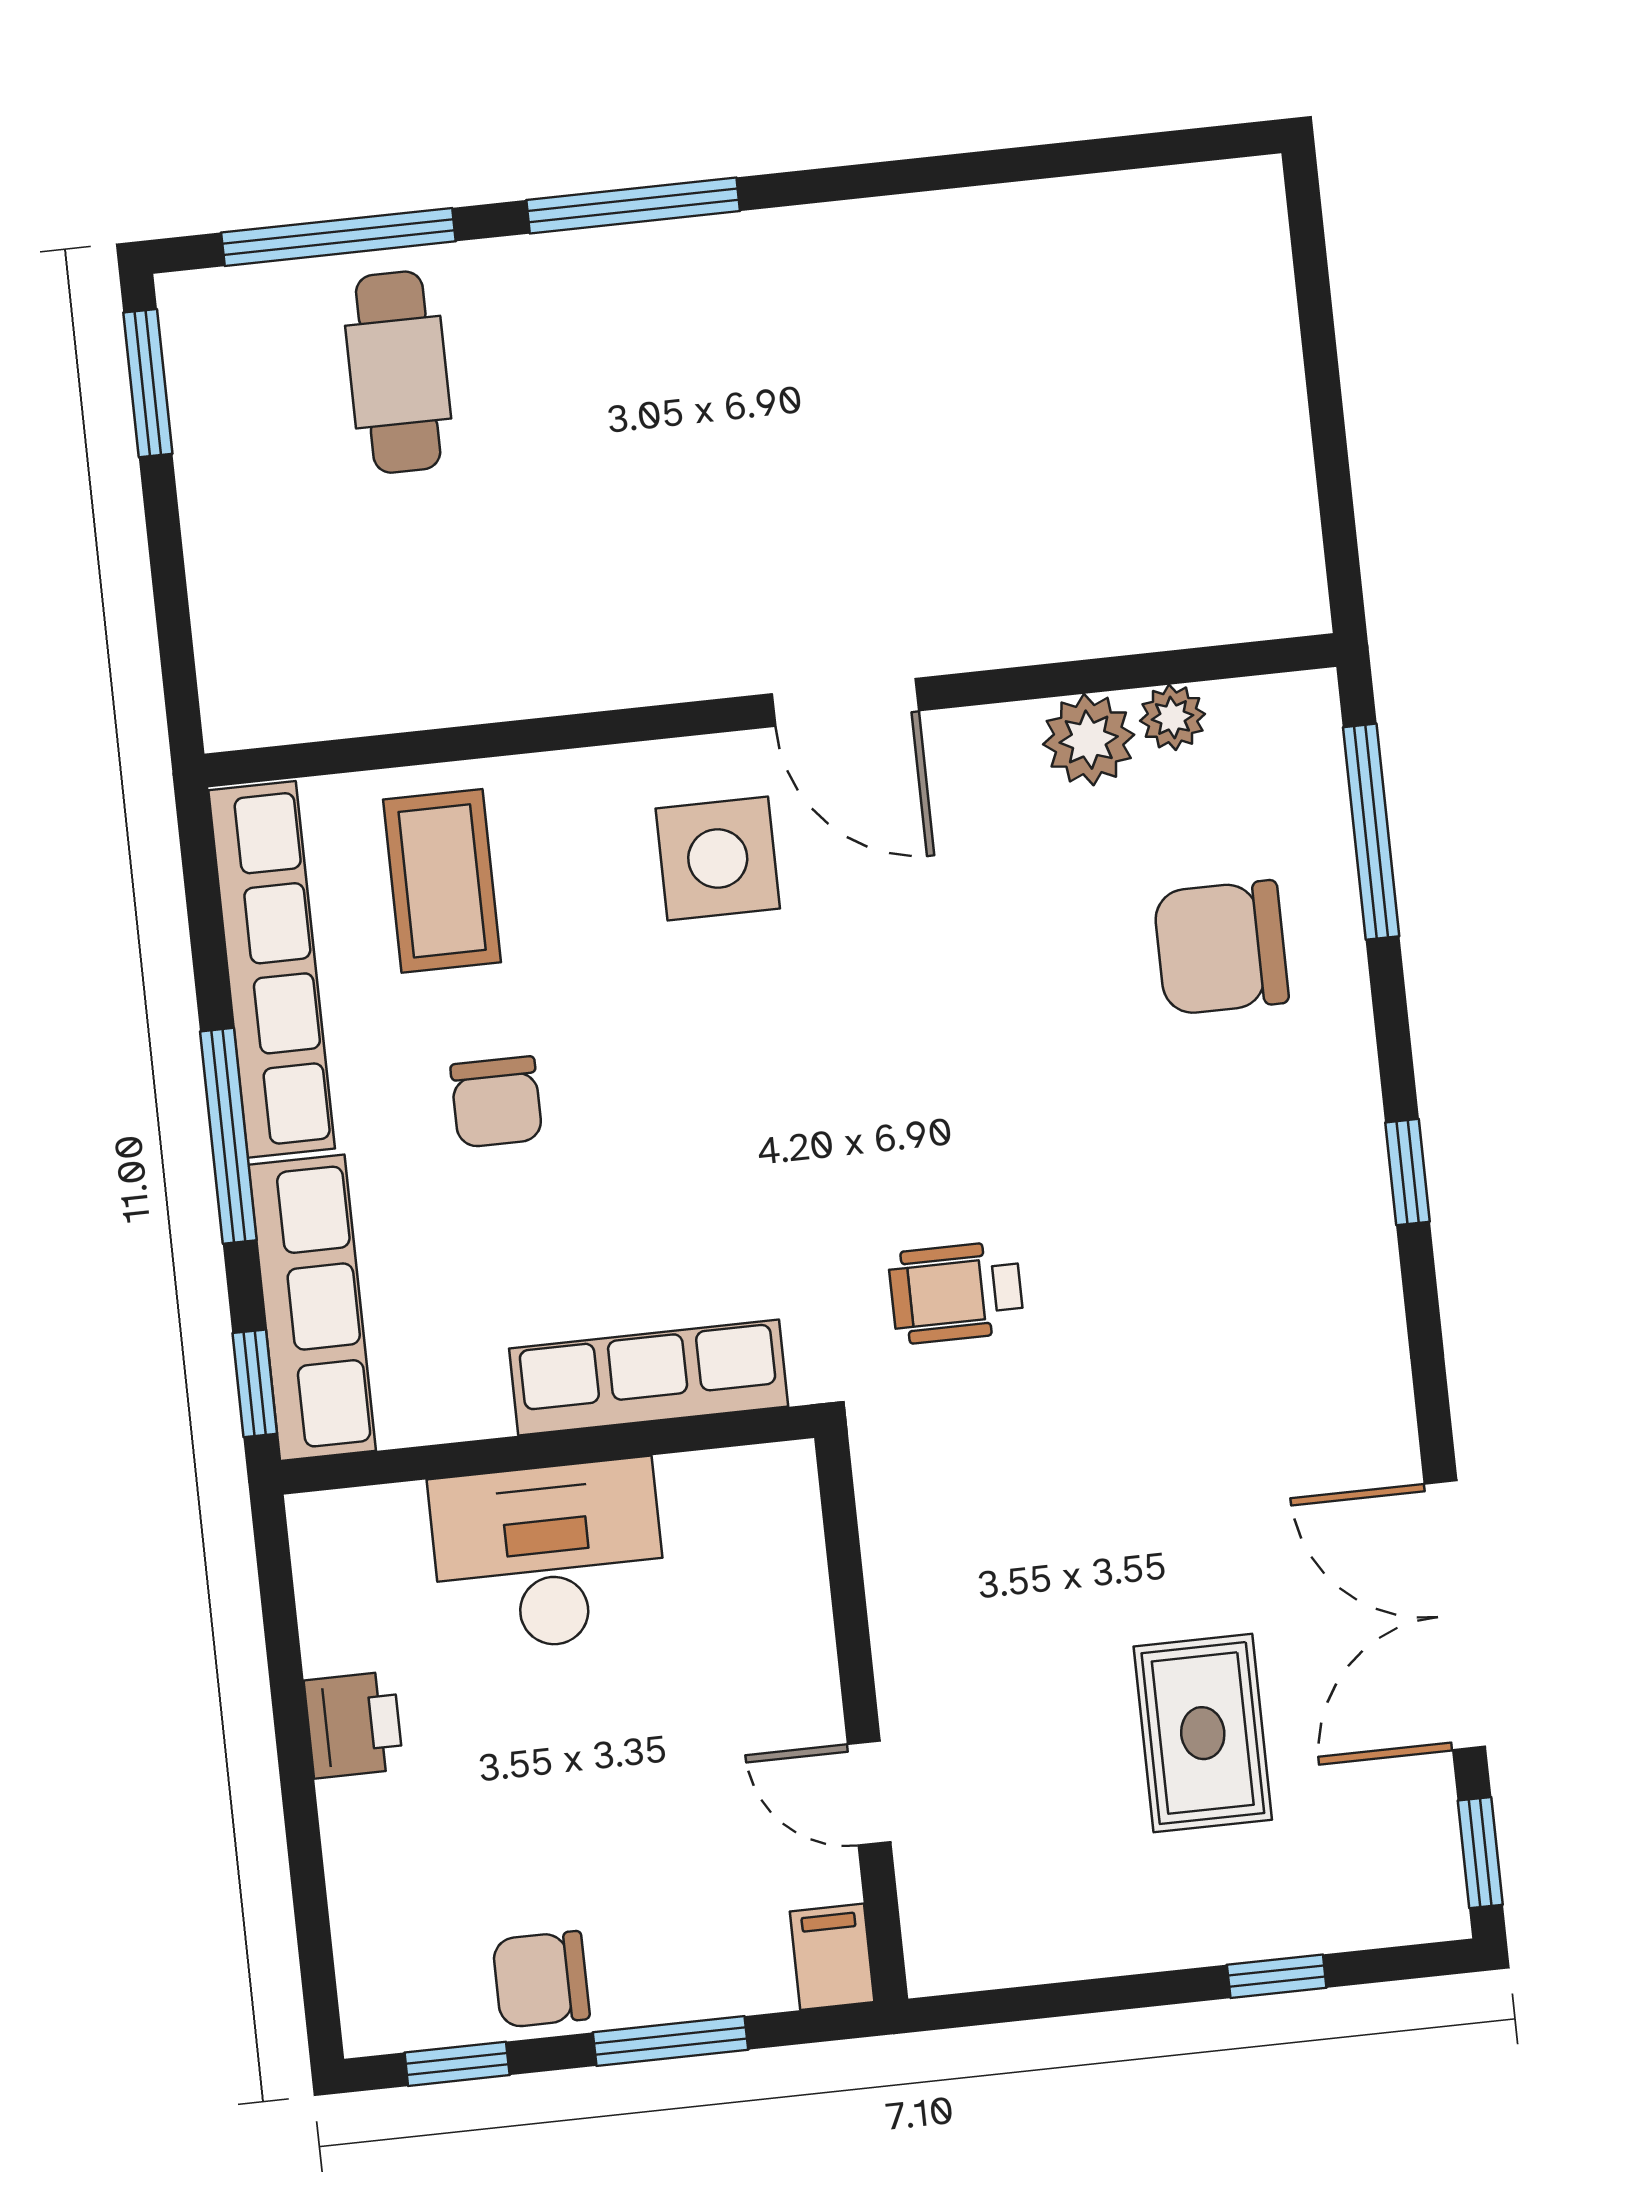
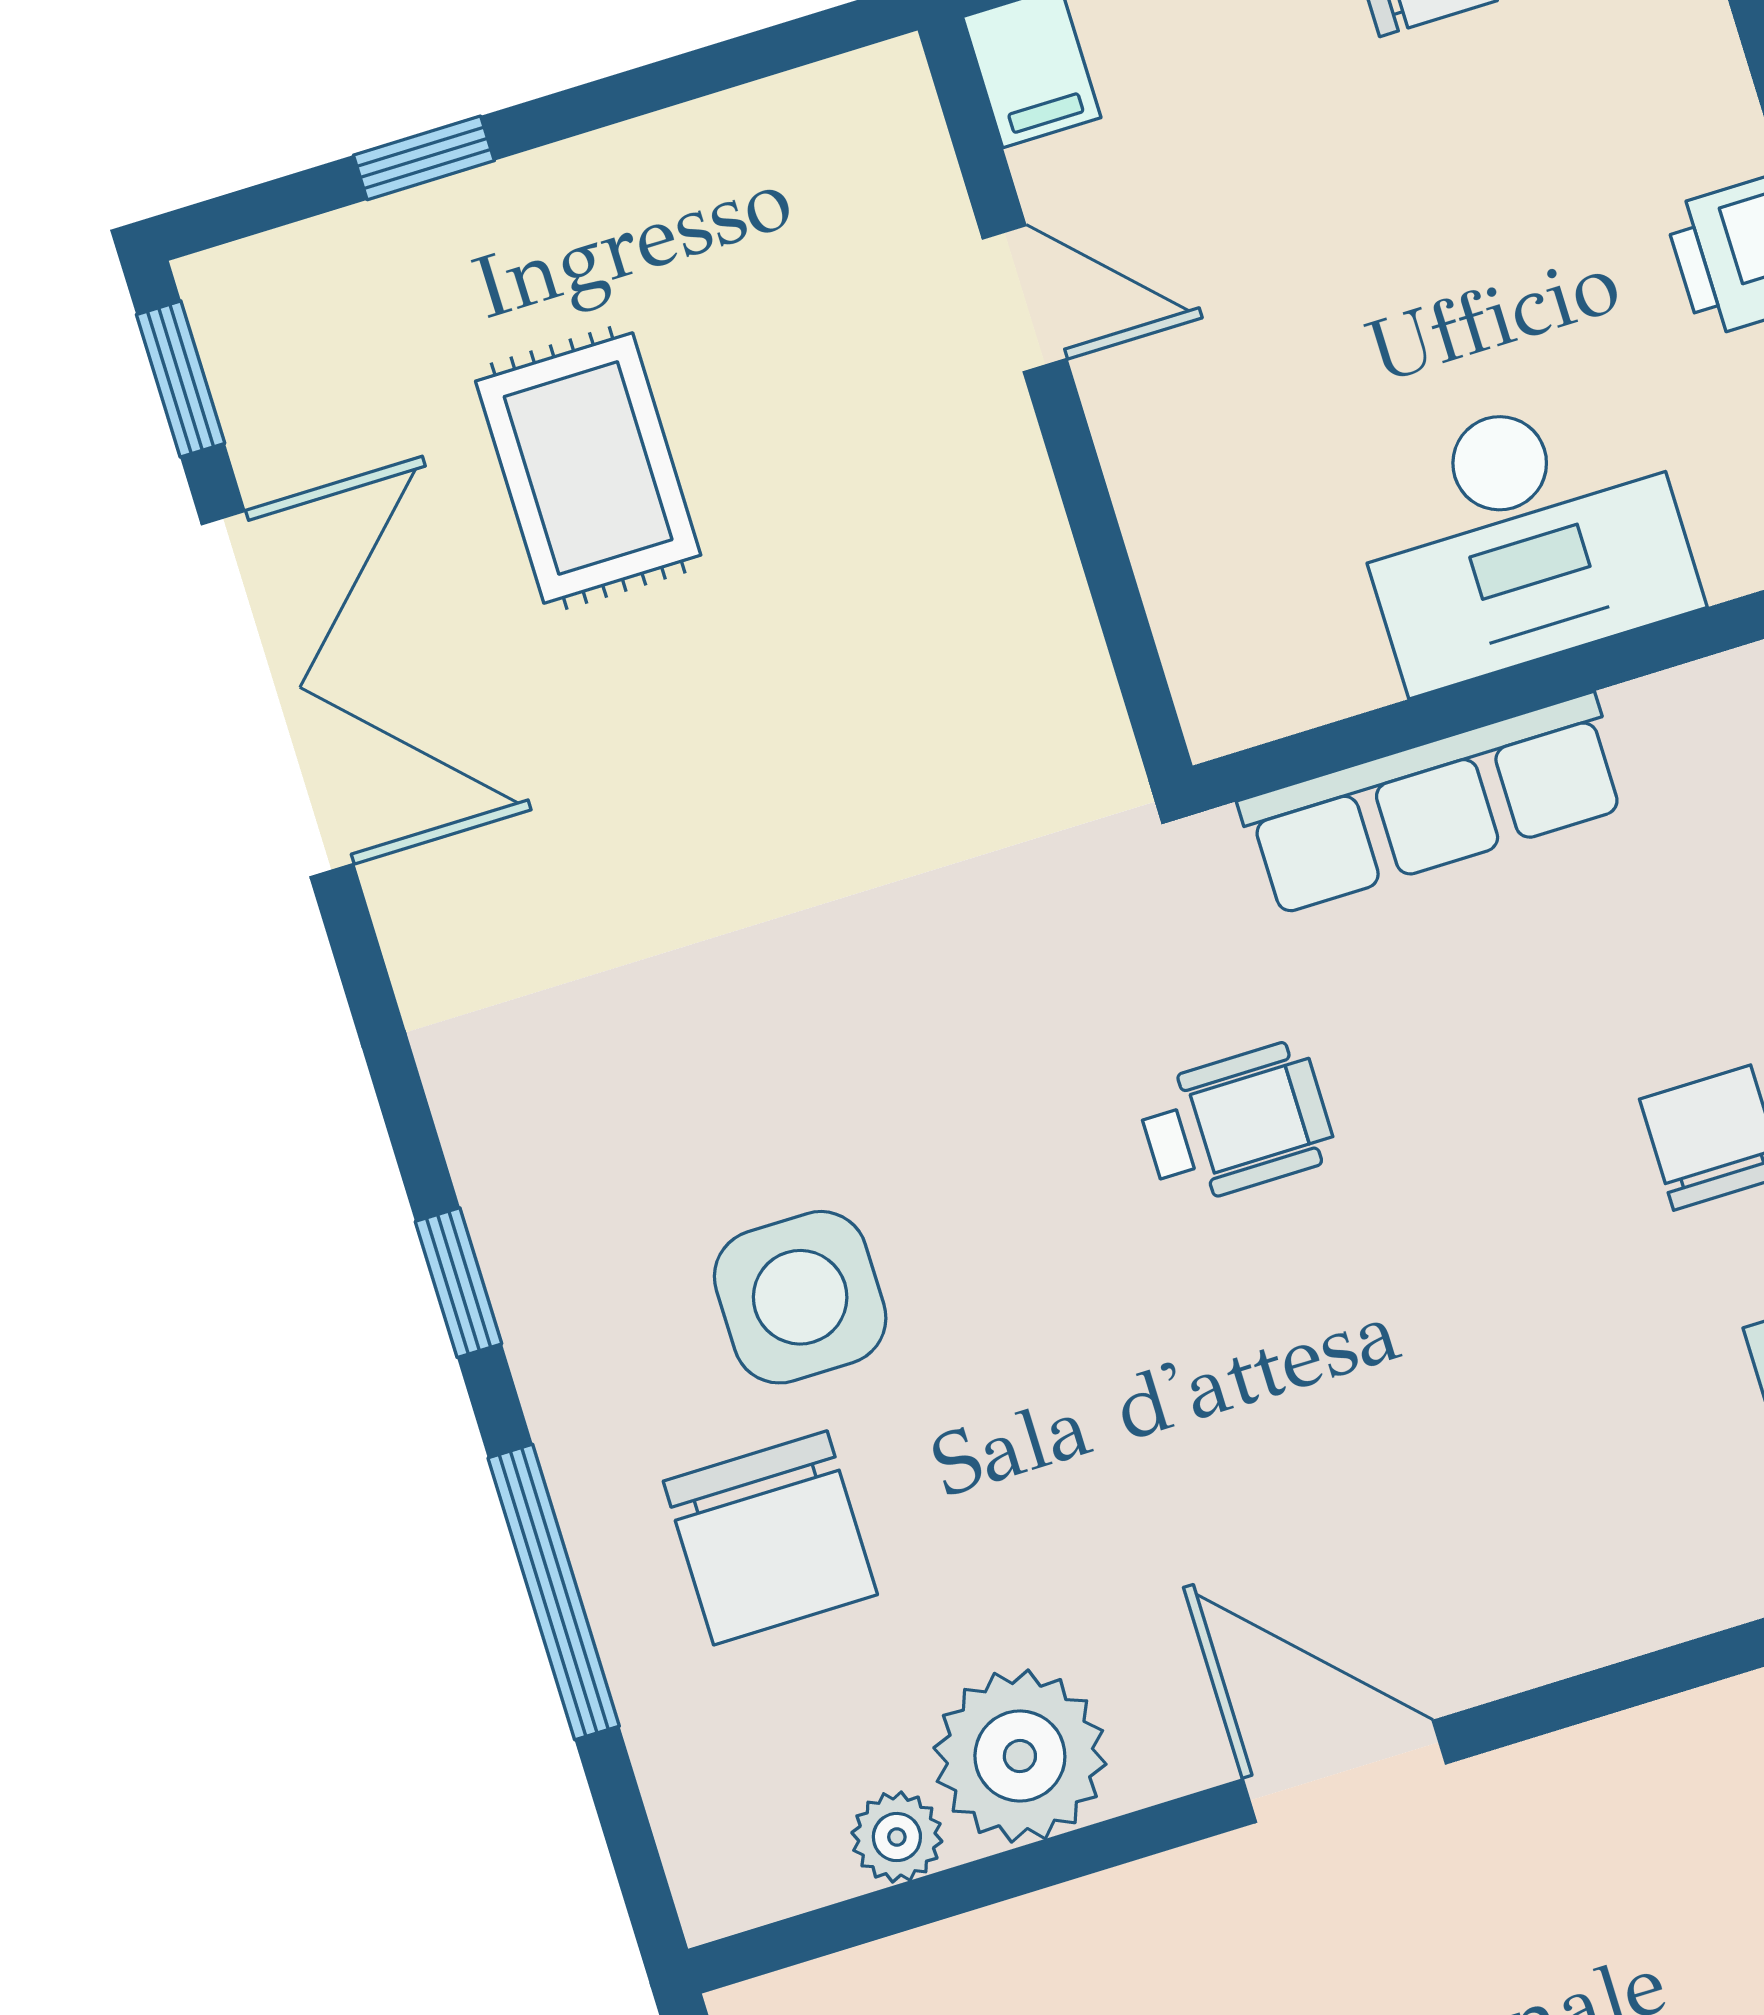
plant: (1089, 740) -> (1020, 1756), width x1.36, depth x1.36
window: (1371, 832) -> (554, 1592), moved
side table: (718, 858) -> (800, 1297), moved
chair: (1221, 948) -> (770, 1538), turned 90
wheelchair: (956, 1292) -> (1236, 1124), moved

